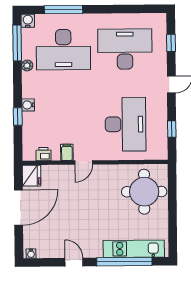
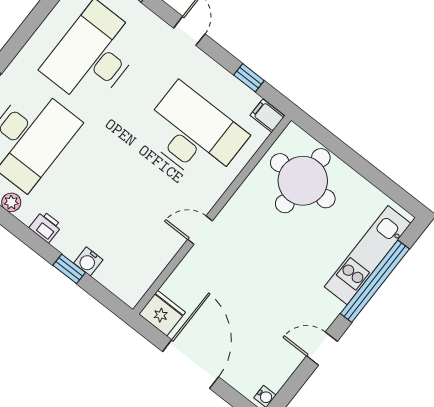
water cooler: (28, 105) -> (88, 261), moved
filing cabinet: (67, 152) -> (267, 116), moved
printer: (43, 154) -> (46, 227), moved, turned 90
door: (84, 163) -> (200, 230), swing flipped

